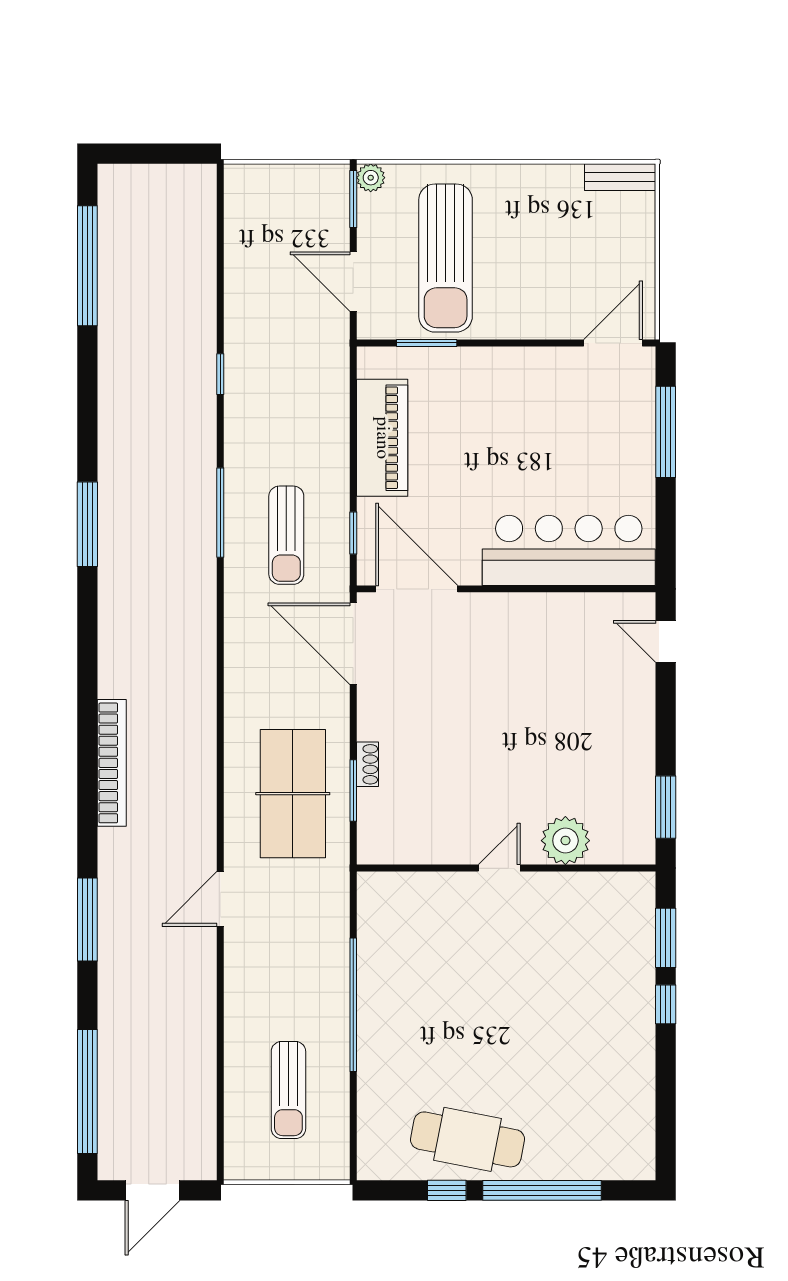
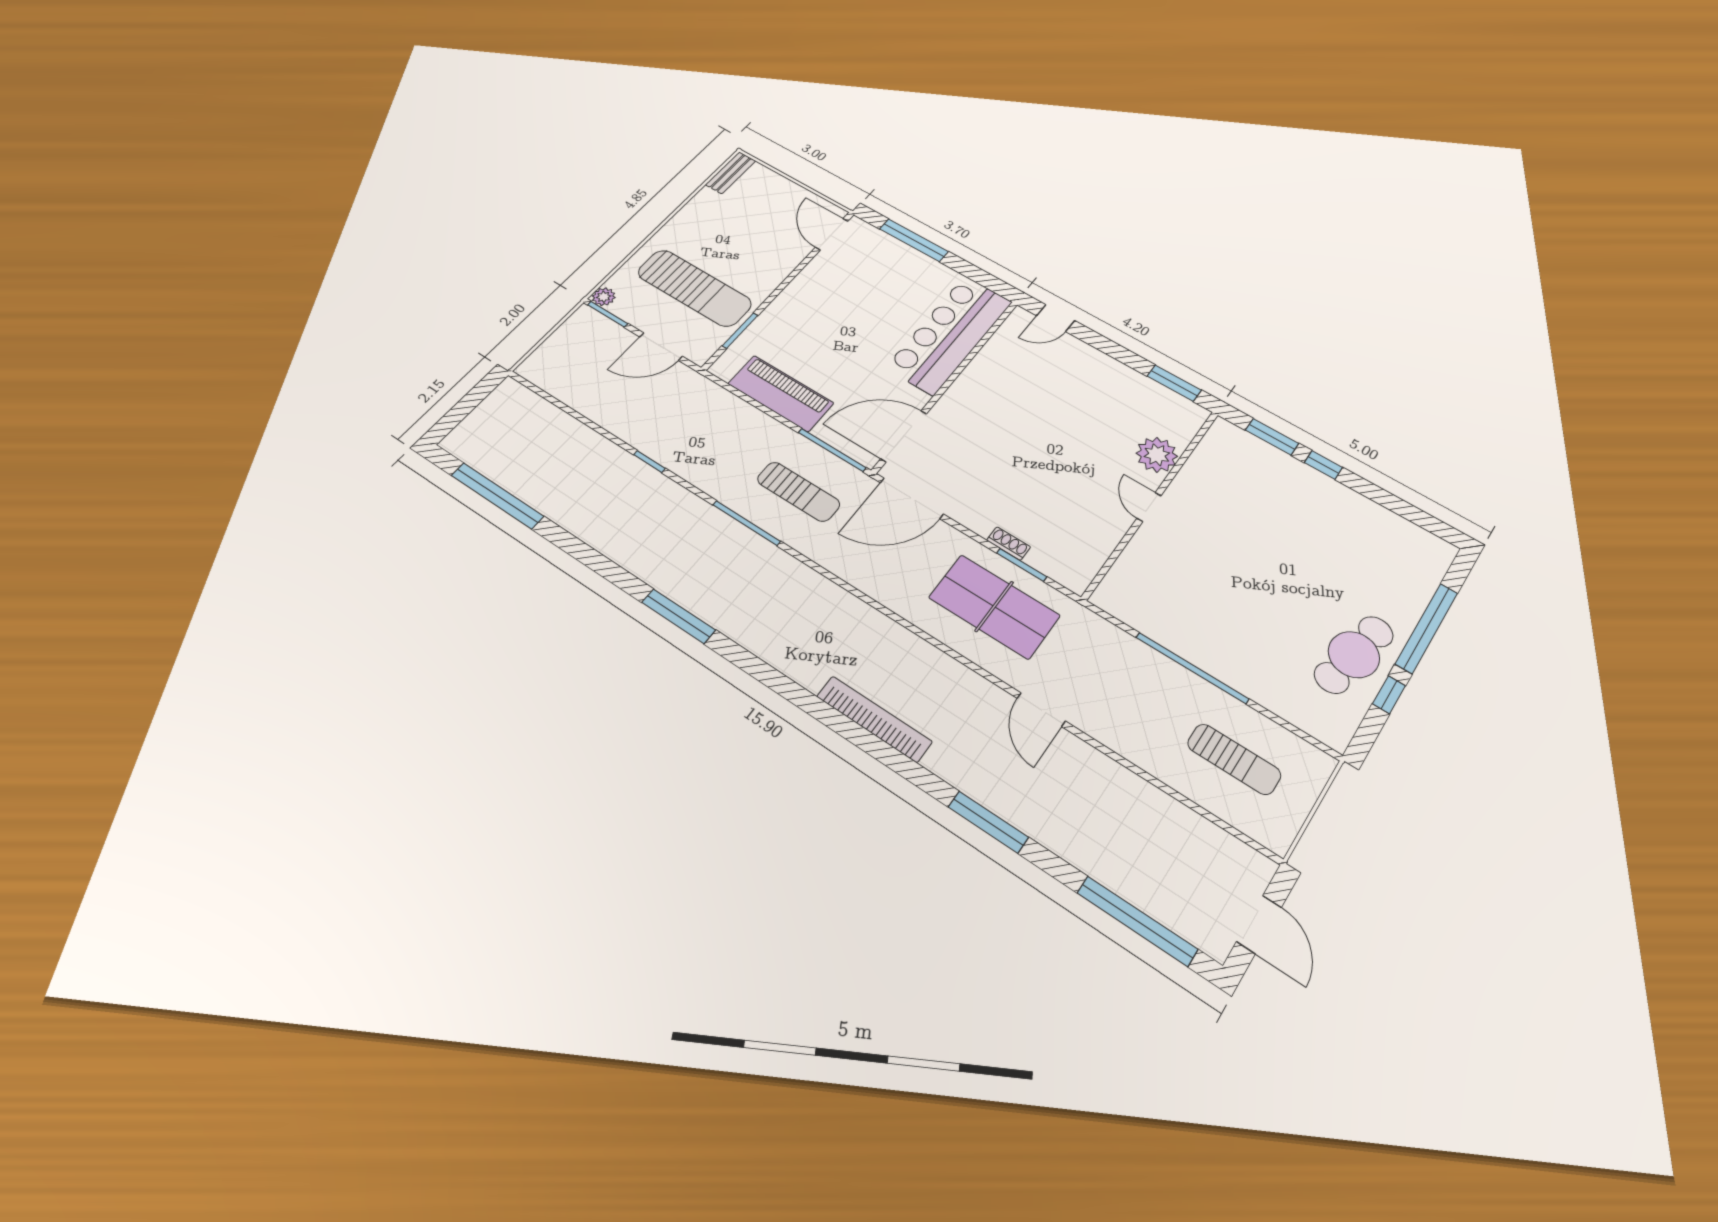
window: (353, 533) -> (832, 450), width x2.17

